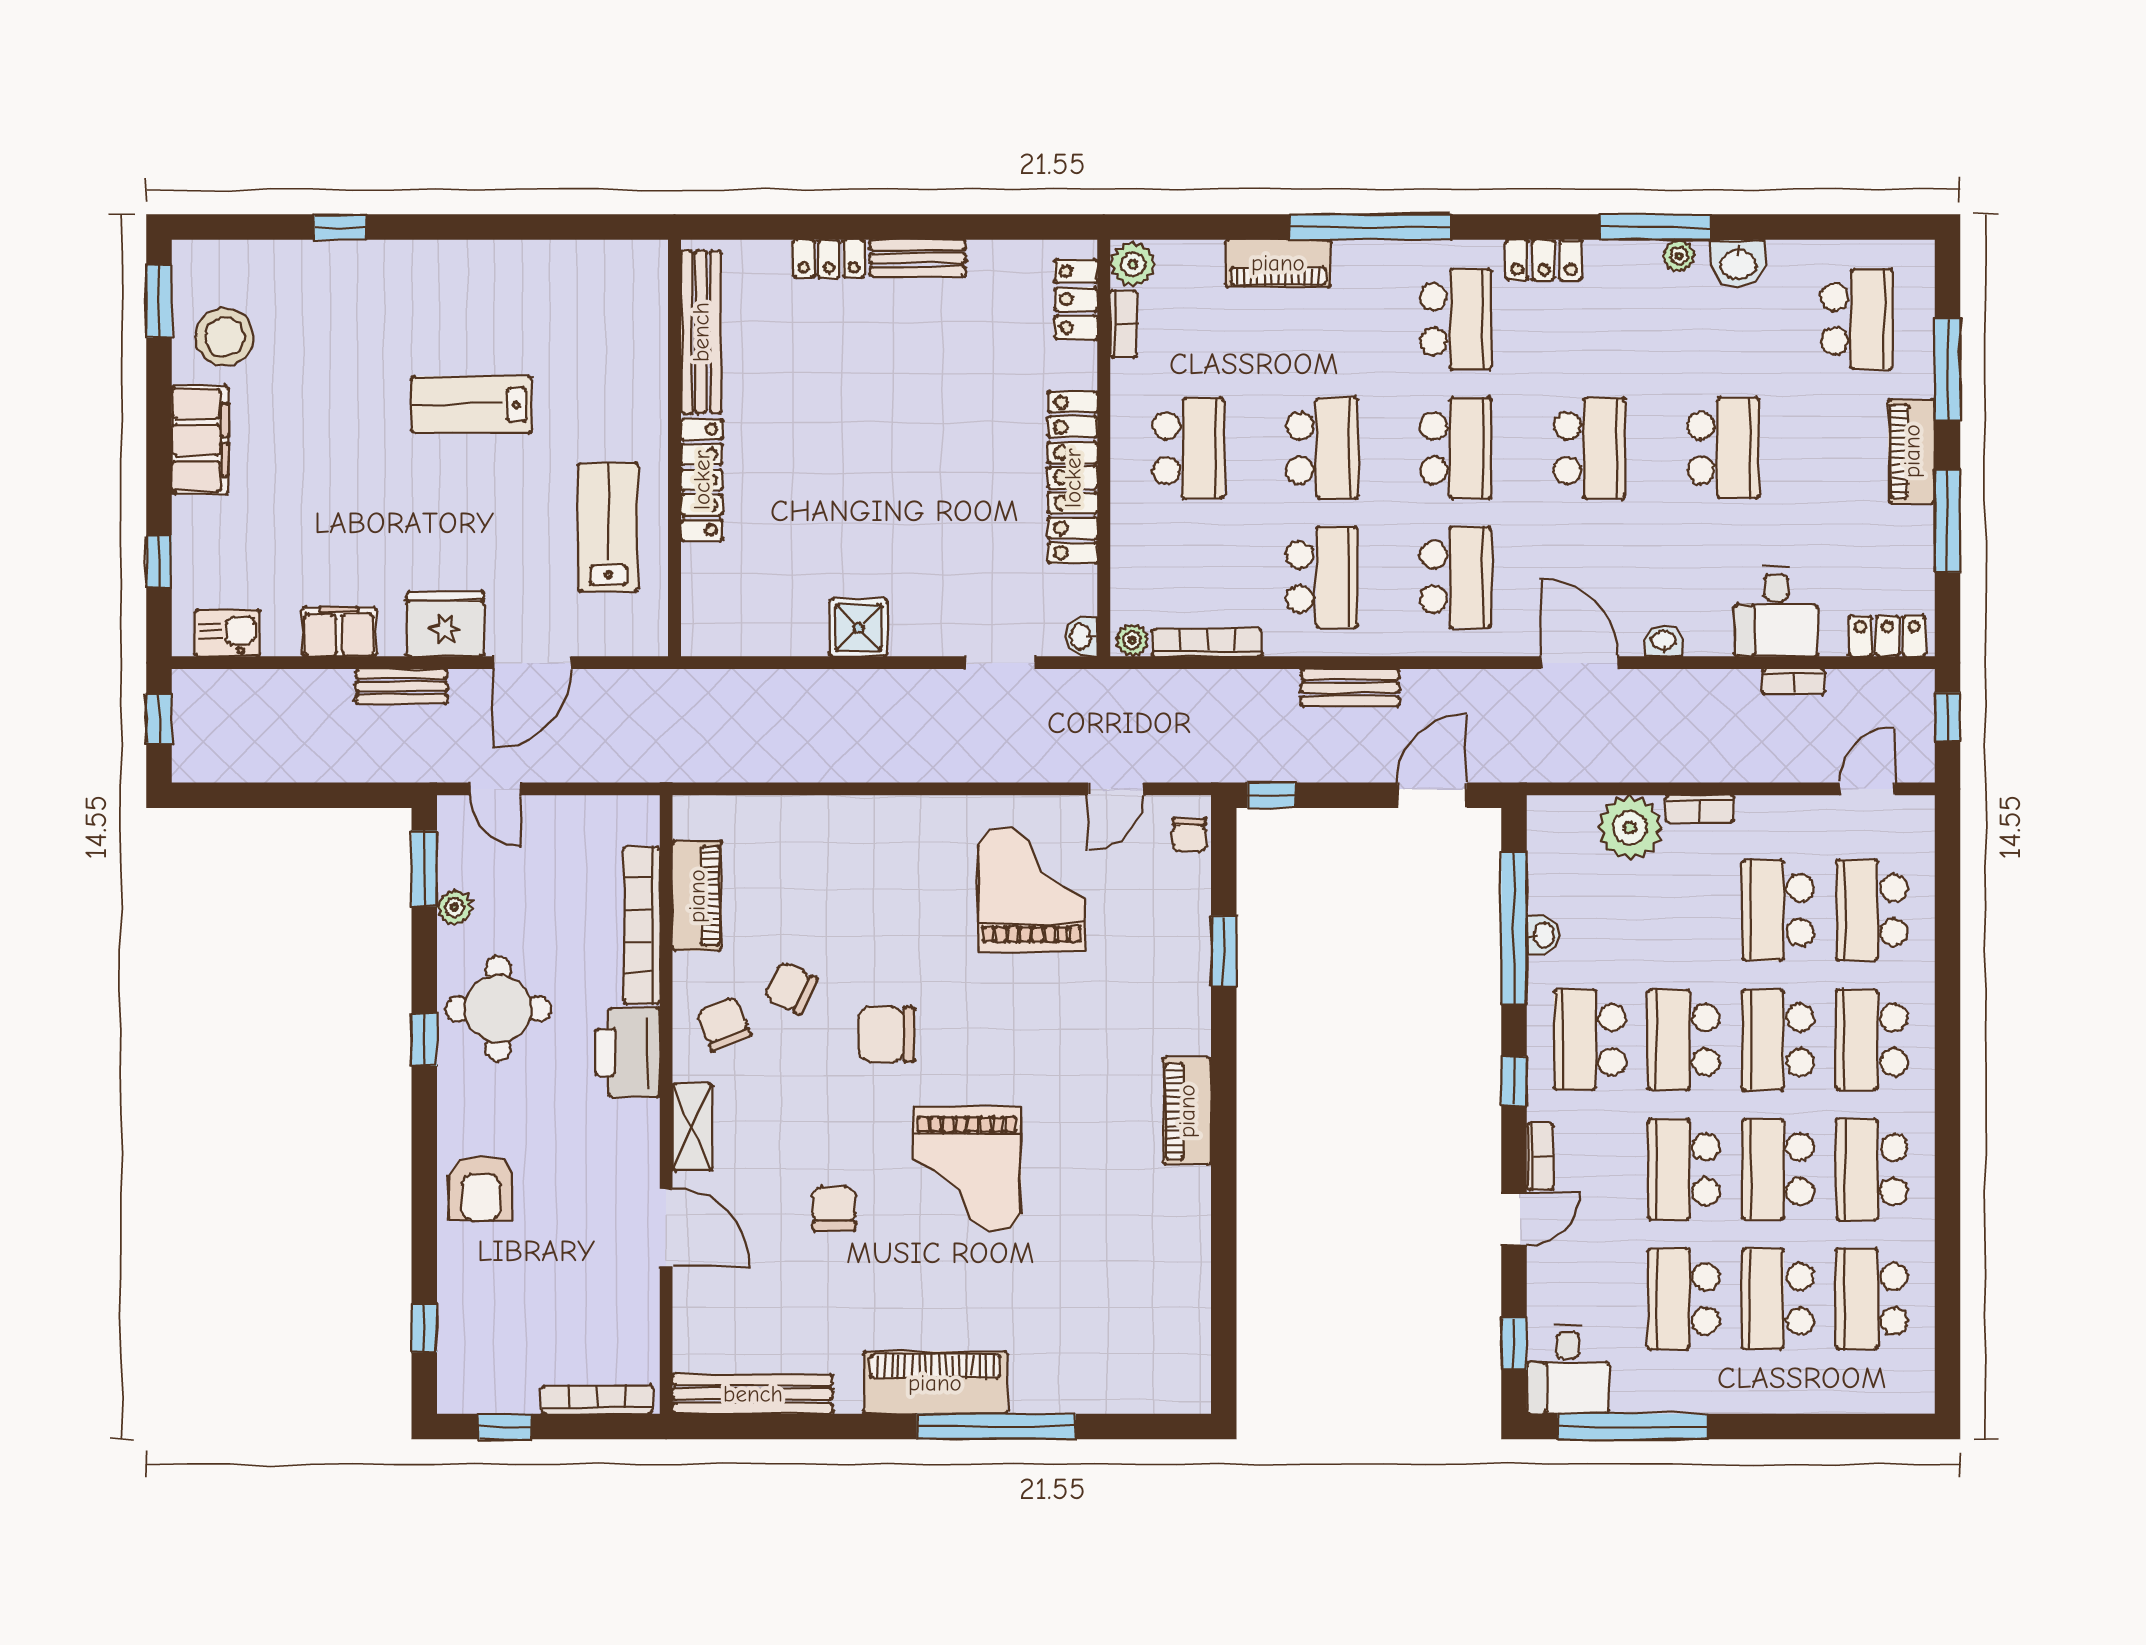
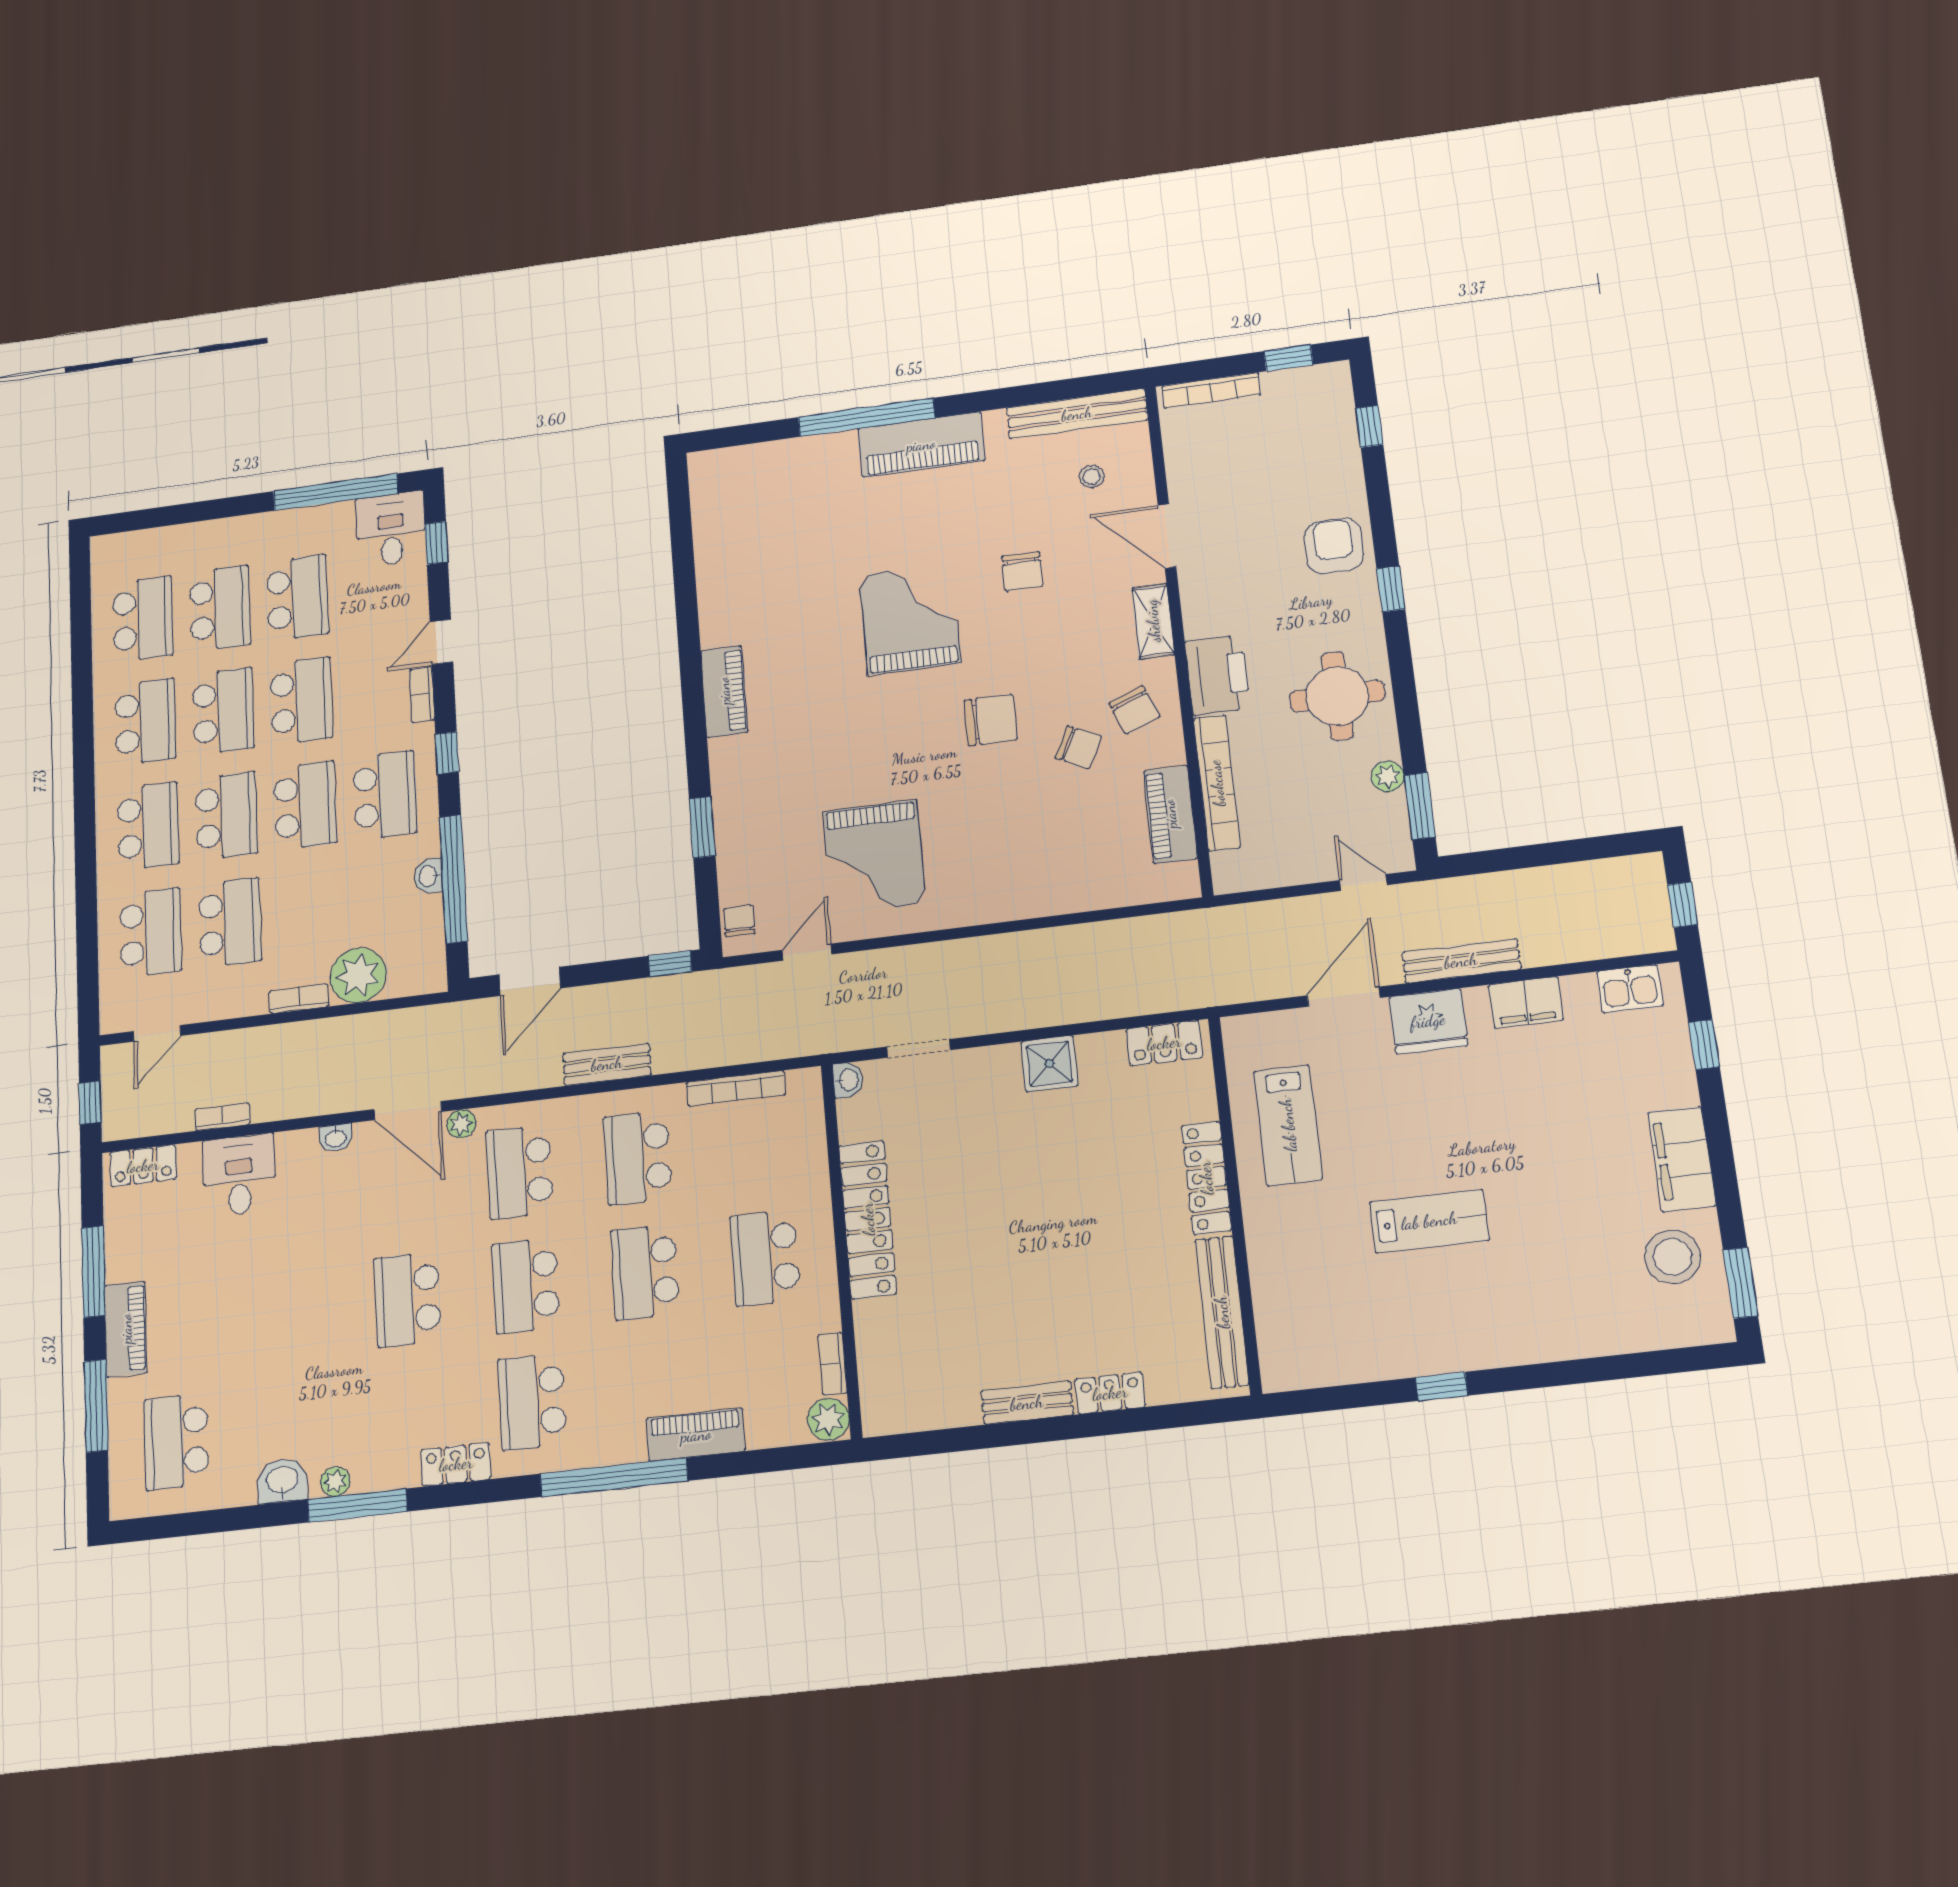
window: (340, 227) -> (1442, 1386), moved
locker: (1076, 299) -> (1164, 1043), moved, turned 90
school desk: (1723, 448) -> (290, 1313), removed
plant: (1132, 640) -> (461, 1124), moved
bench: (401, 686) -> (1461, 961), width x1.36
window: (424, 1040) -> (1391, 589), moved
stool: (744, 1313) -> (1092, 476), added

